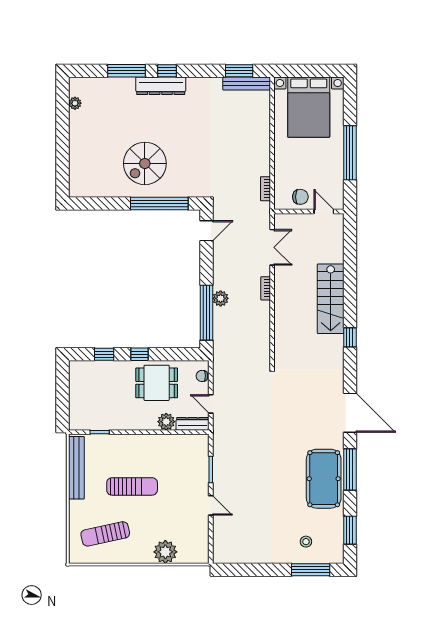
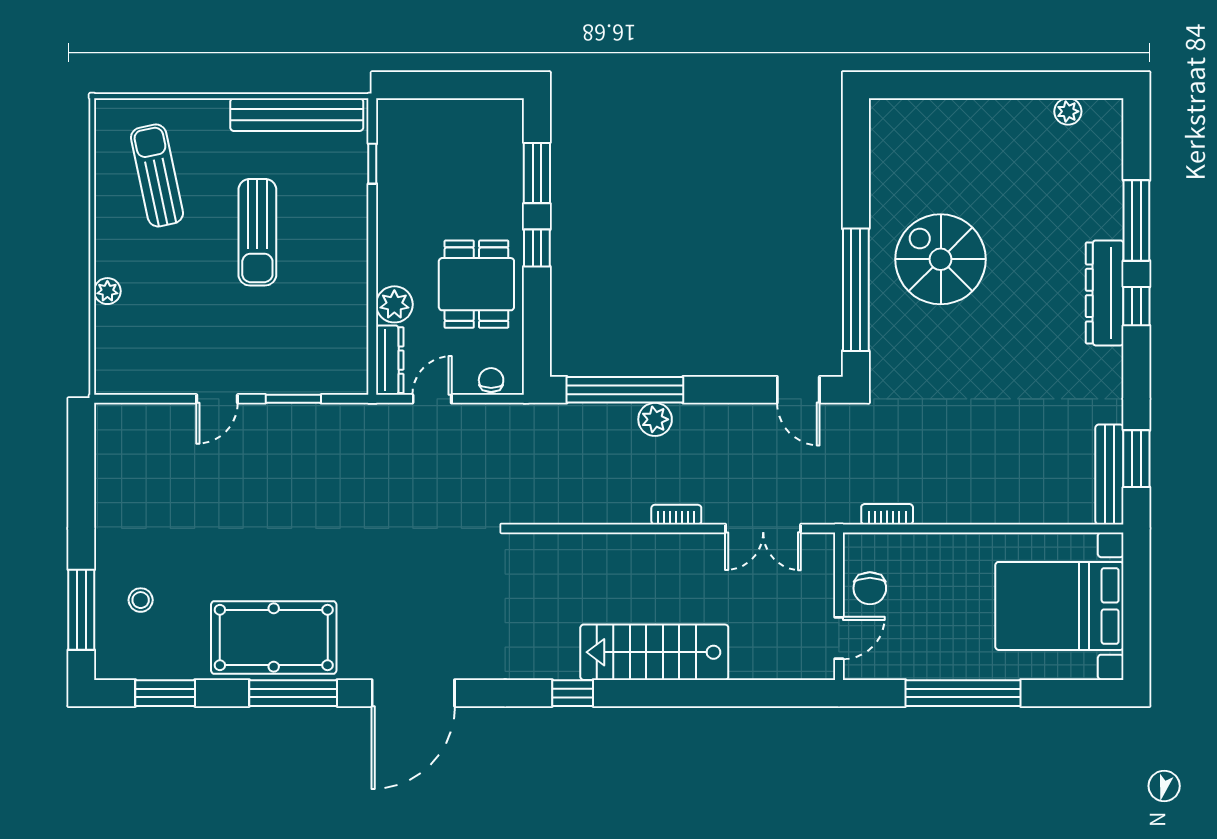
window: (104, 354) -> (537, 173), width x1.50
plant: (165, 552) -> (107, 291), width x0.53, depth x0.53

